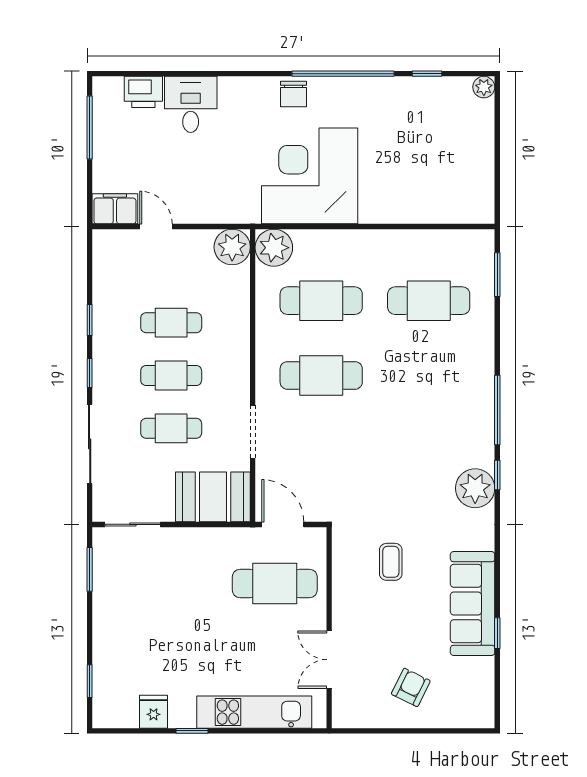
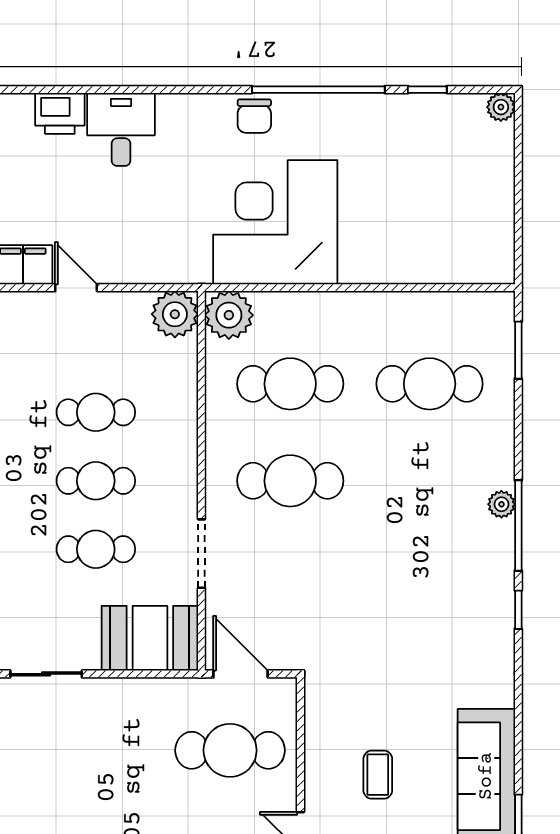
plant: (475, 488) -> (501, 504), moved, width x0.53, depth x0.53
coffee table: (391, 562) -> (378, 775), moved

